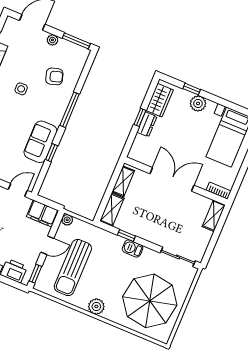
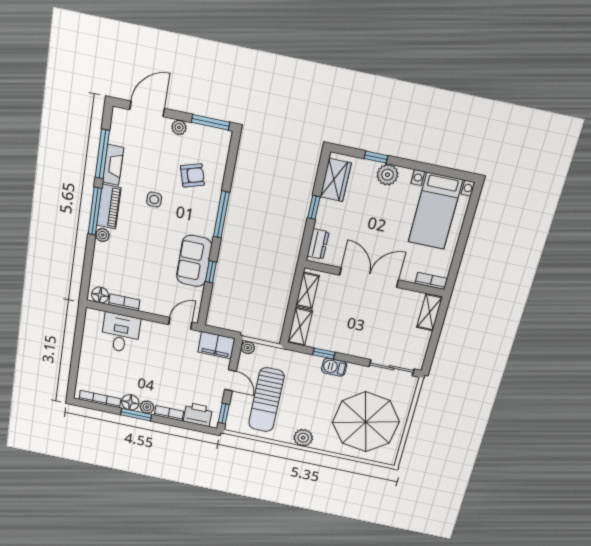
dresser: (147, 124) -> (318, 244), moved
door: (47, 245) -> (230, 380), hinge flipped

